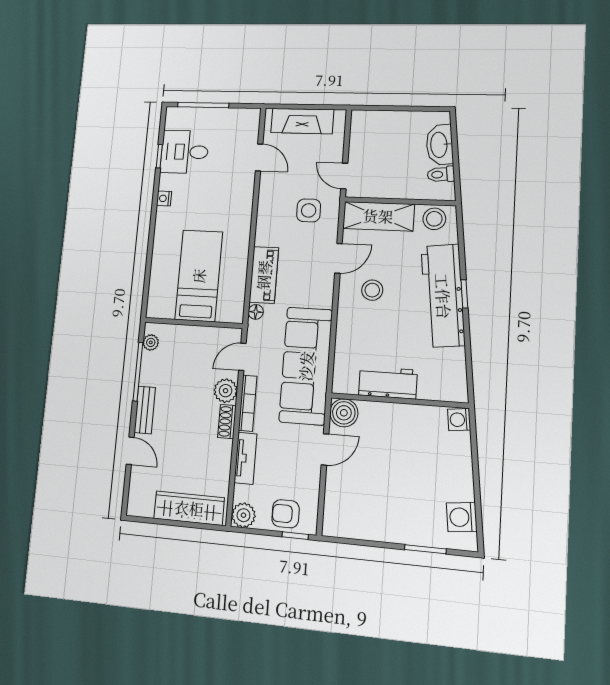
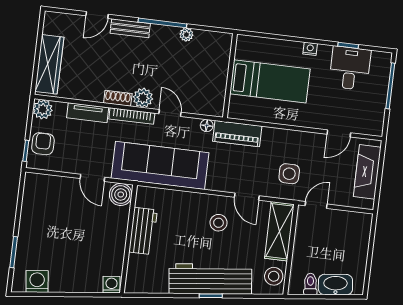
bed: (199, 276) -> (270, 81), moved
wall: (193, 323) -> (230, 76), moved

